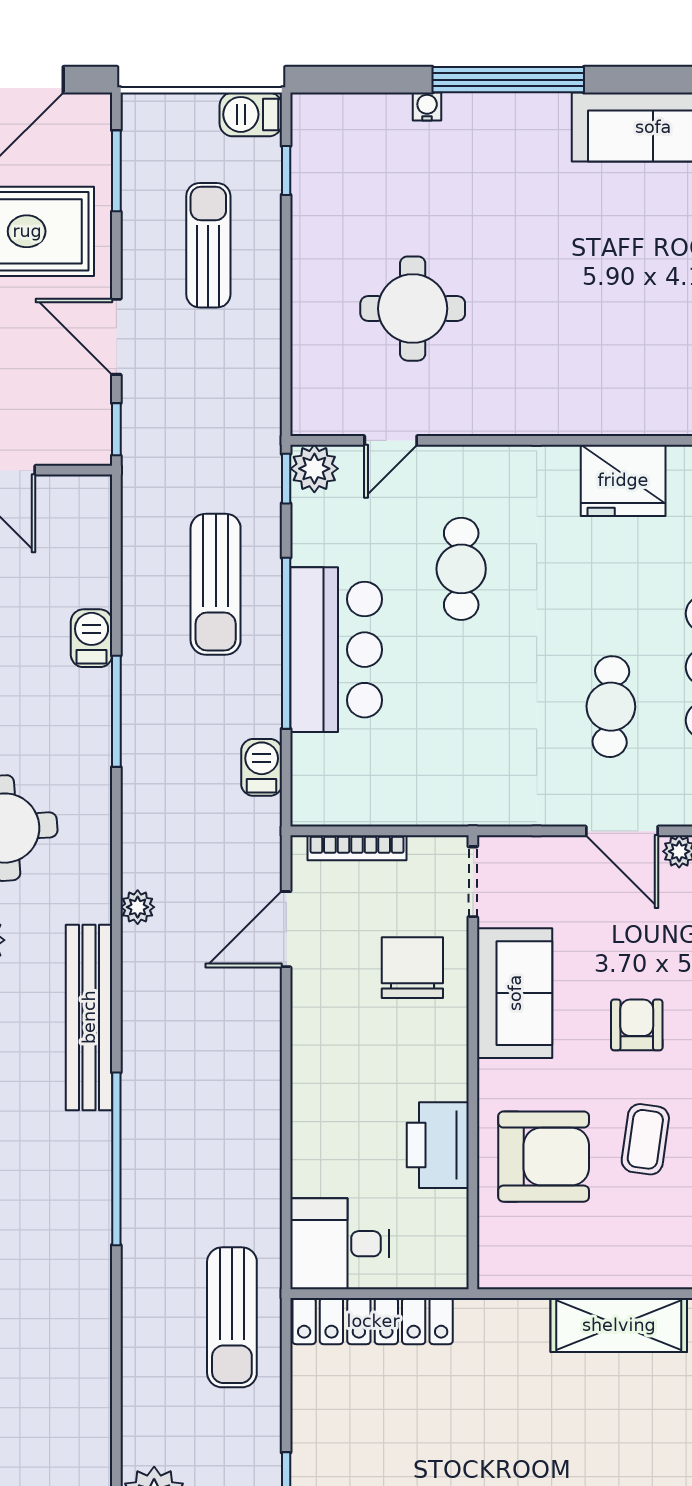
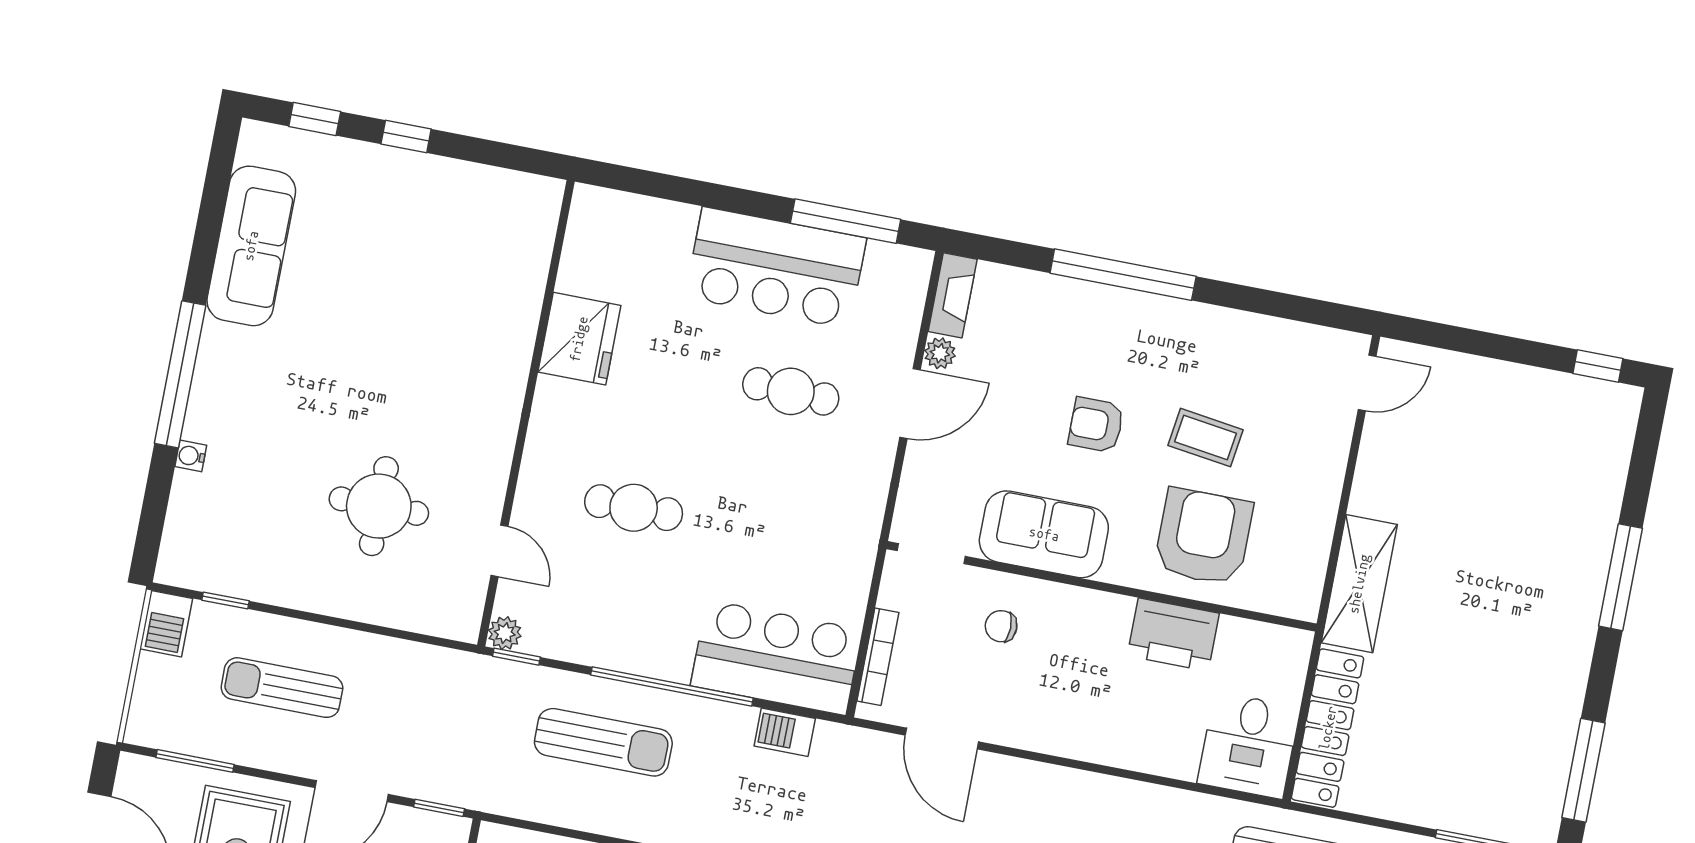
plant: (314, 469) -> (505, 633), width x0.73, depth x0.73
bar counter: (336, 650) -> (776, 658), moved
chair: (412, 968) -> (1001, 626), width x0.54, depth x0.54
shelving: (619, 1325) -> (1359, 584), moved

